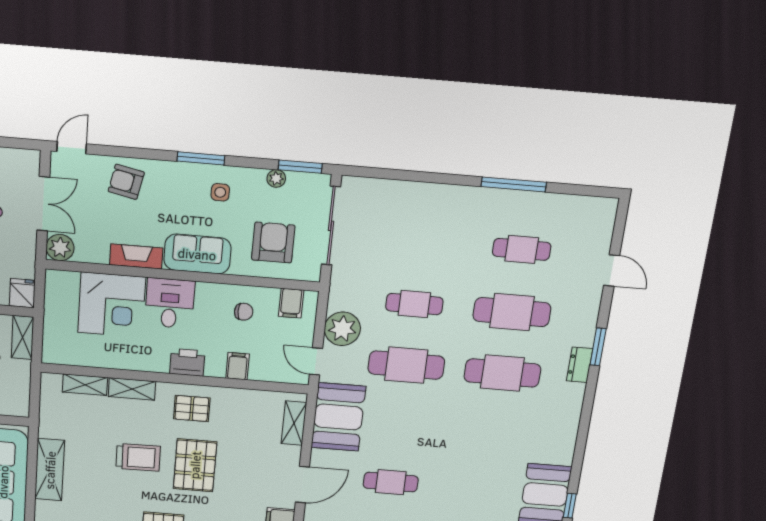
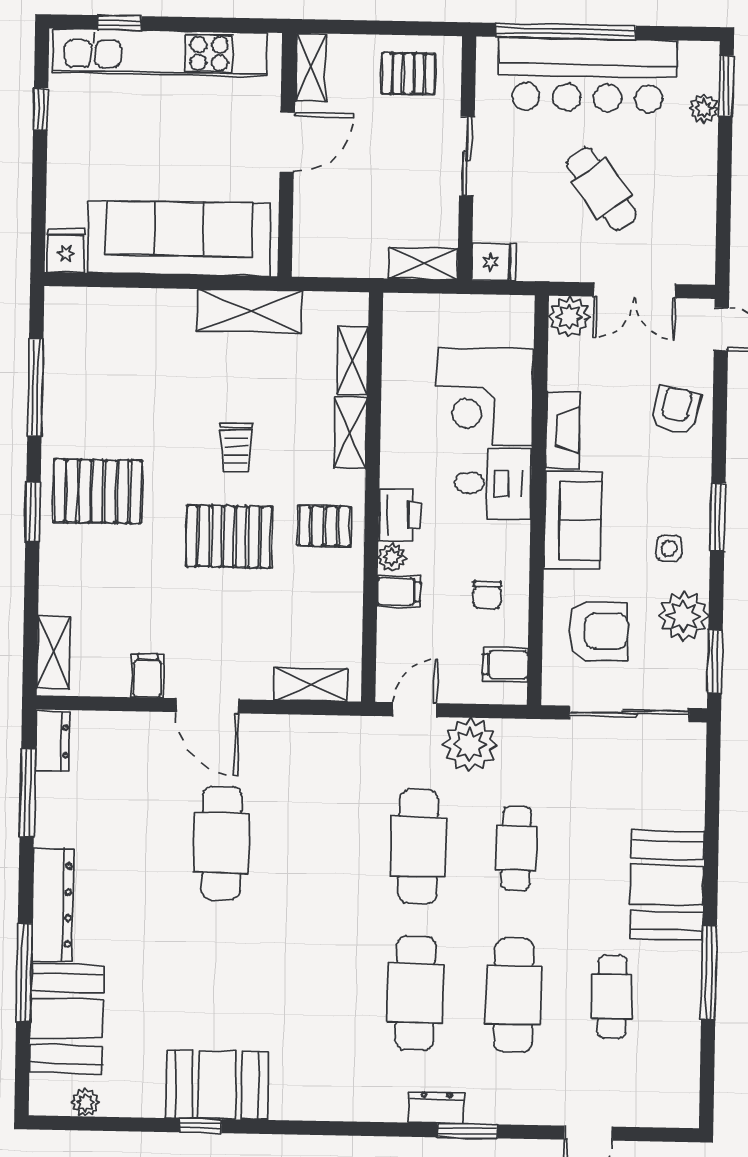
plant: (276, 178) -> (684, 616), width x1.88, depth x1.88
plant: (215, 369) -> (392, 557), added
pallet: (192, 409) -> (324, 526), turned 90
booth: (338, 417) -> (667, 885), moved, turned 90
trolley: (138, 457) -> (236, 447), width x0.73, depth x0.72
shelving: (50, 470) -> (249, 311), moved
cafe table: (391, 482) -> (222, 843), width x1.37, depth x1.35

